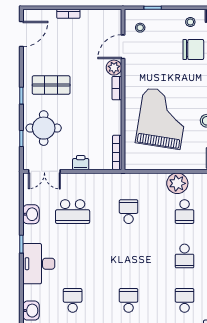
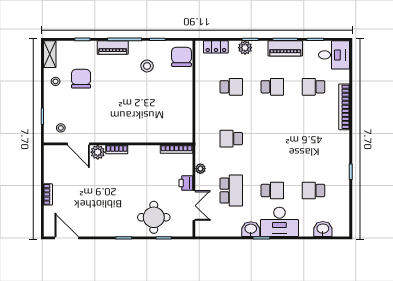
shop shelf: (51, 85) -> (114, 210), removed
grand piano: (162, 119) -> (145, 108), removed
double door: (44, 171) -> (194, 206), moved
plant: (177, 183) -> (200, 169), moved, width x0.53, depth x0.53
washbasin: (31, 214) -> (251, 229), moved
school desk: (129, 300) -> (272, 190), moved, turned 180

